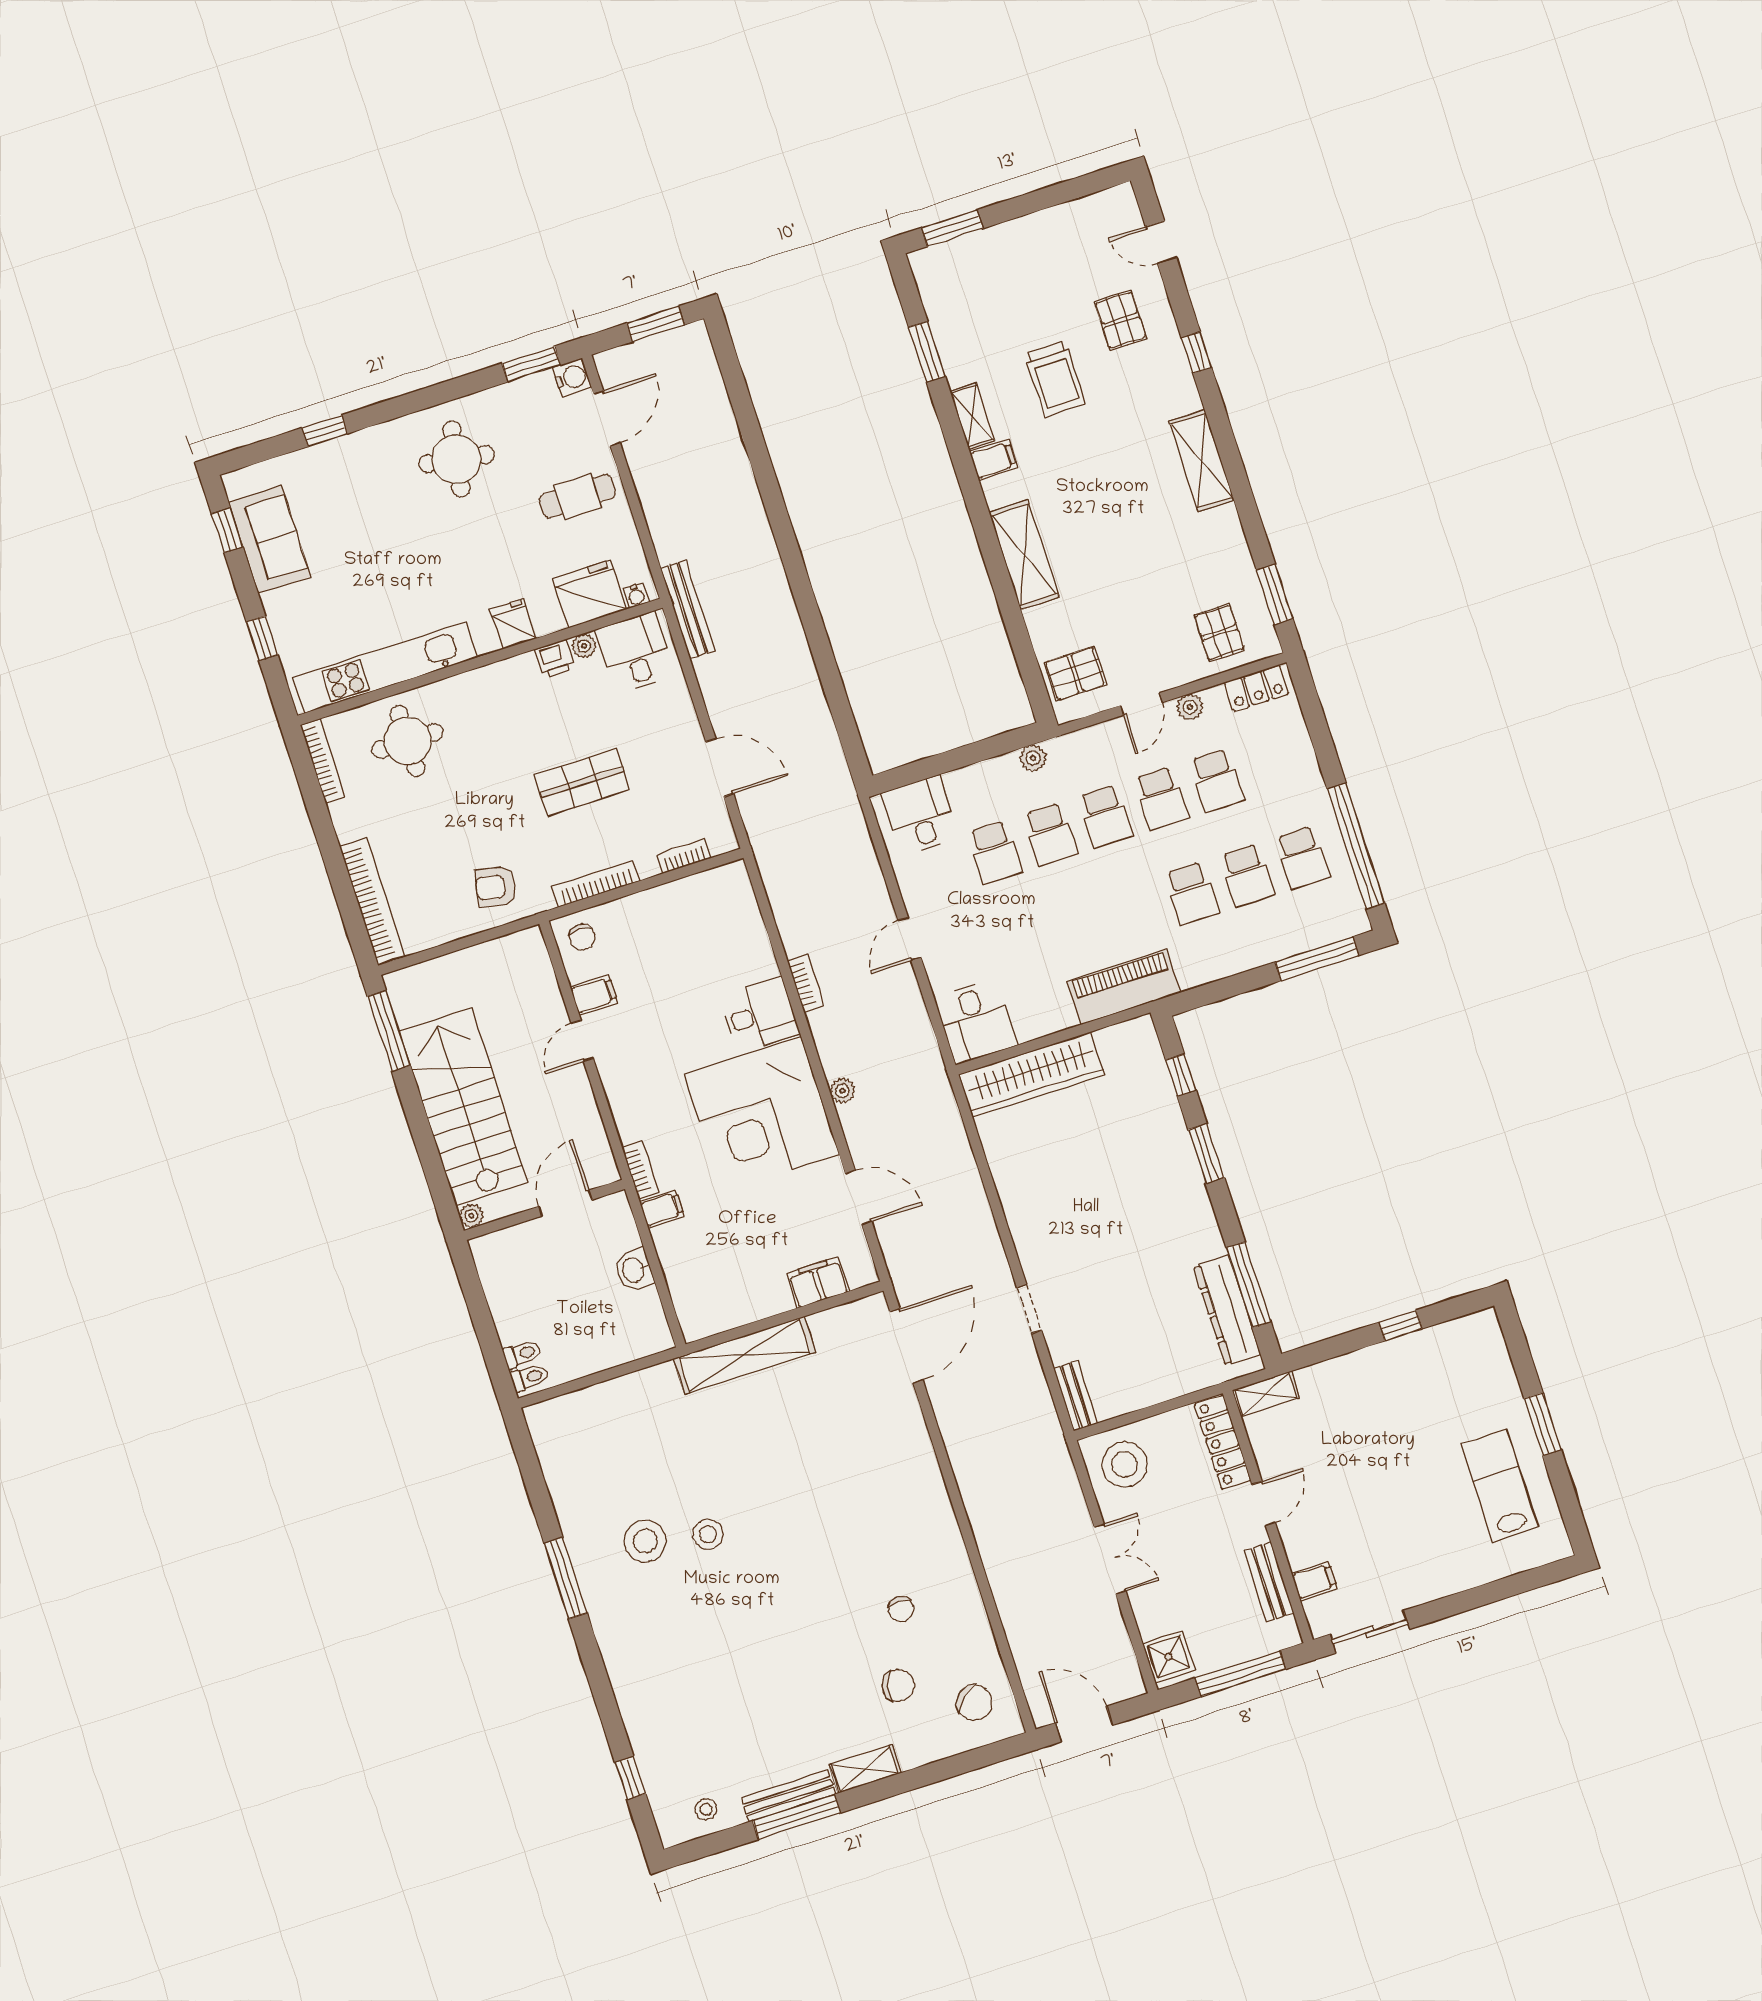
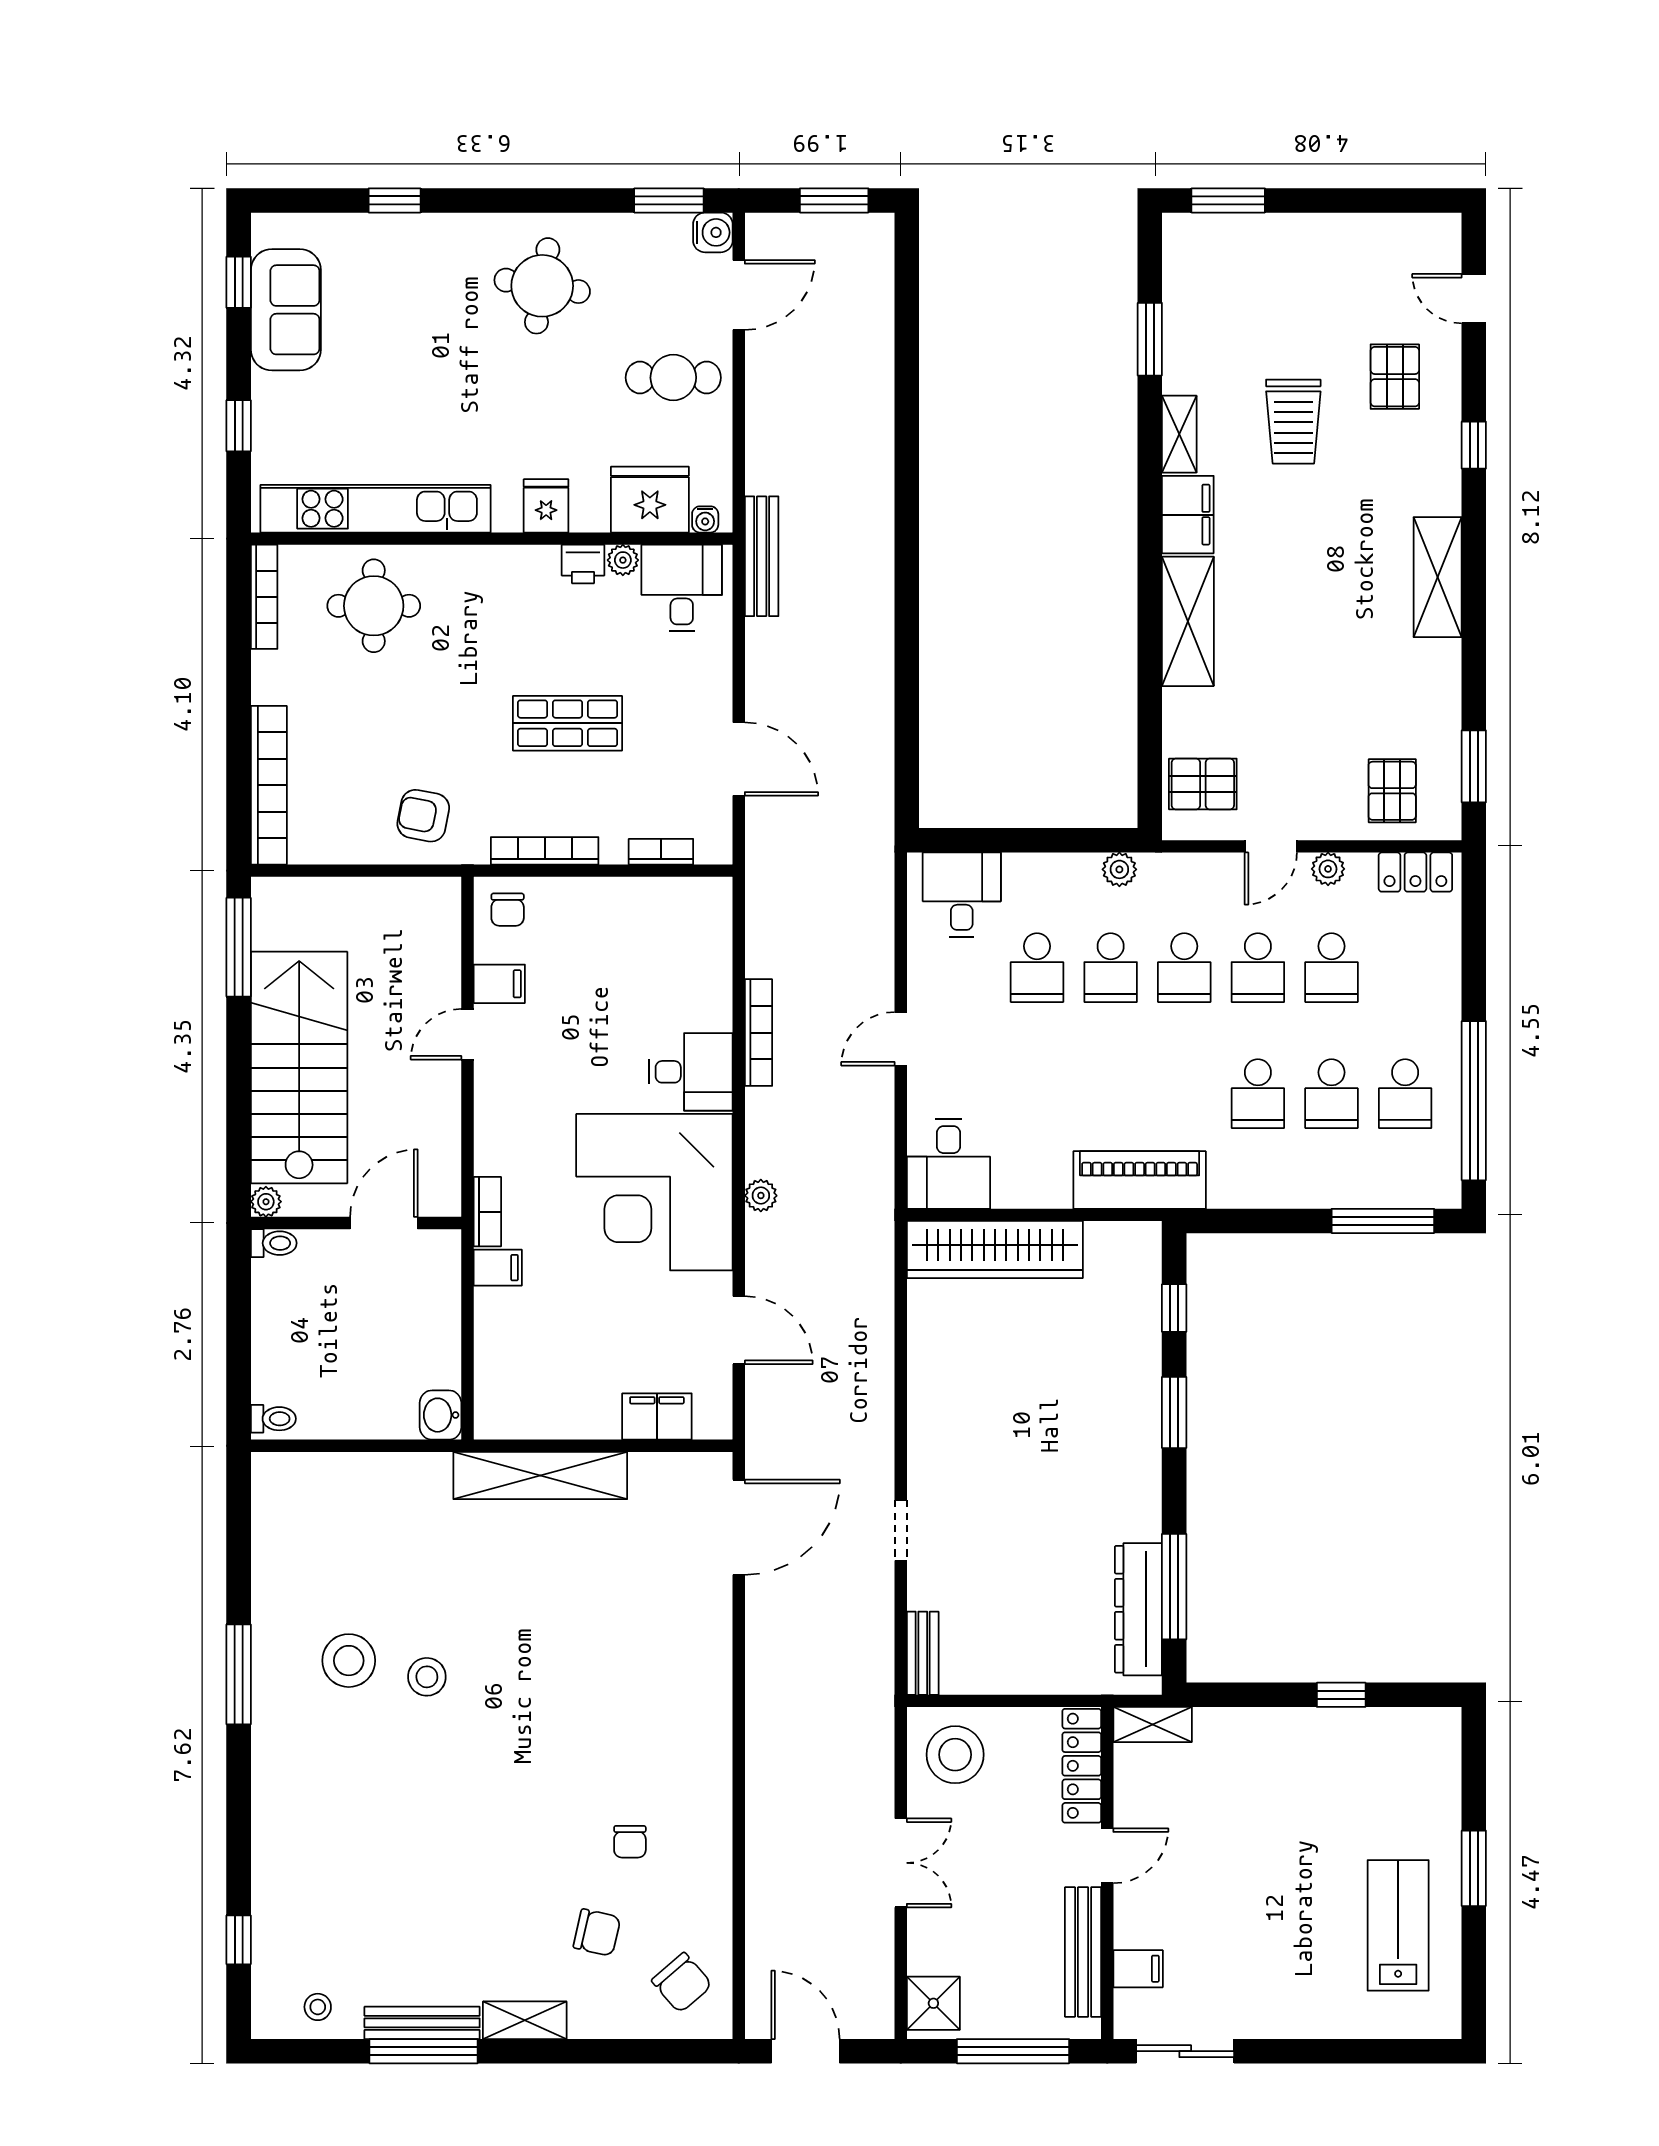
filing cabinet: (993, 460) -> (1188, 515), width x2.00
bookcase: (806, 983) -> (758, 1033), width x1.56
washbasin: (634, 1270) -> (441, 1415), moved
toilet: (522, 1354) -> (274, 1243), moved
bench: (1269, 1582) -> (1083, 1952), width x1.36

